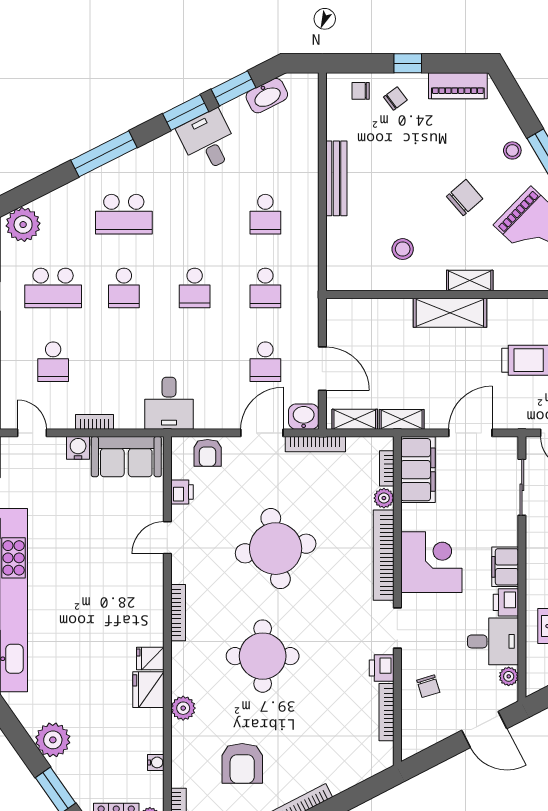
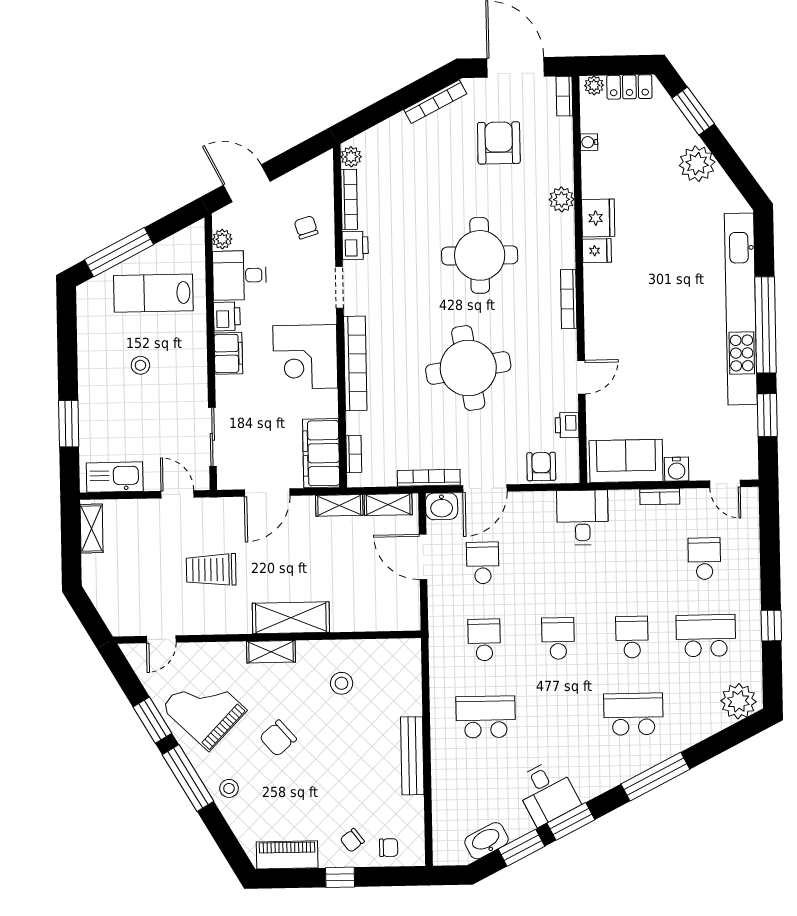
school desk: (265, 214) -> (486, 717), width x1.85
plant: (384, 498) -> (351, 157), moved

